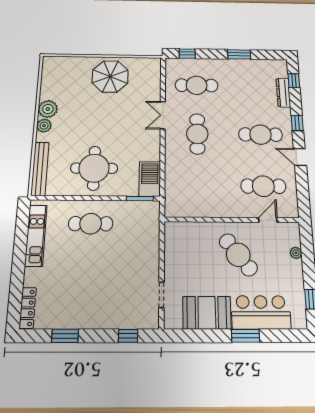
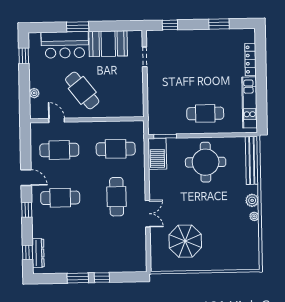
window: (187, 54) -> (102, 278), moved
parasol: (110, 77) -> (185, 241), moved
cafe table: (197, 85) -> (116, 149), moved
dresser: (283, 93) -> (38, 253), moved
plant: (48, 109) -> (254, 216), width x0.53, depth x0.53
door: (268, 220) -> (57, 120), swing flipped
locker: (28, 308) -> (250, 60), moved

